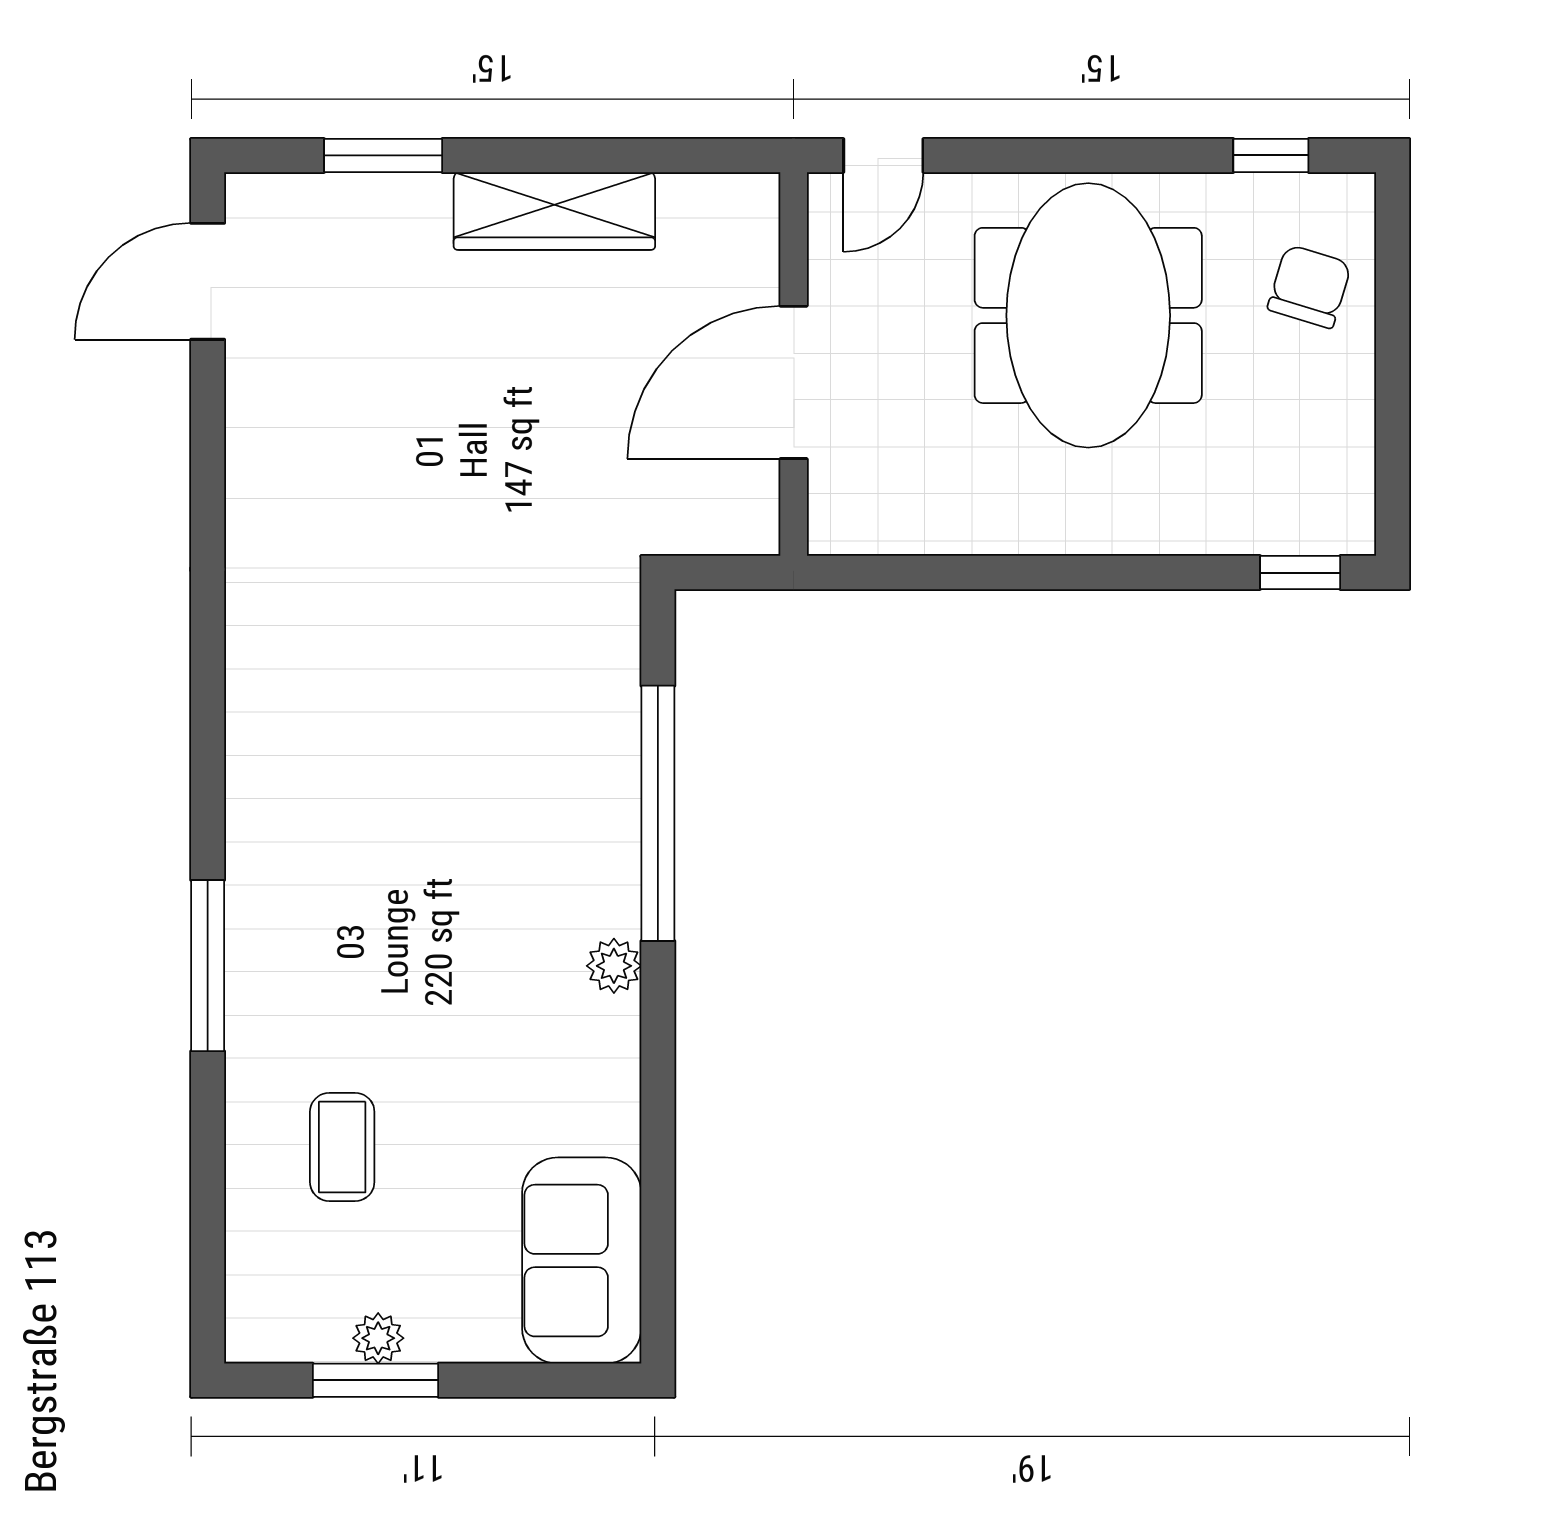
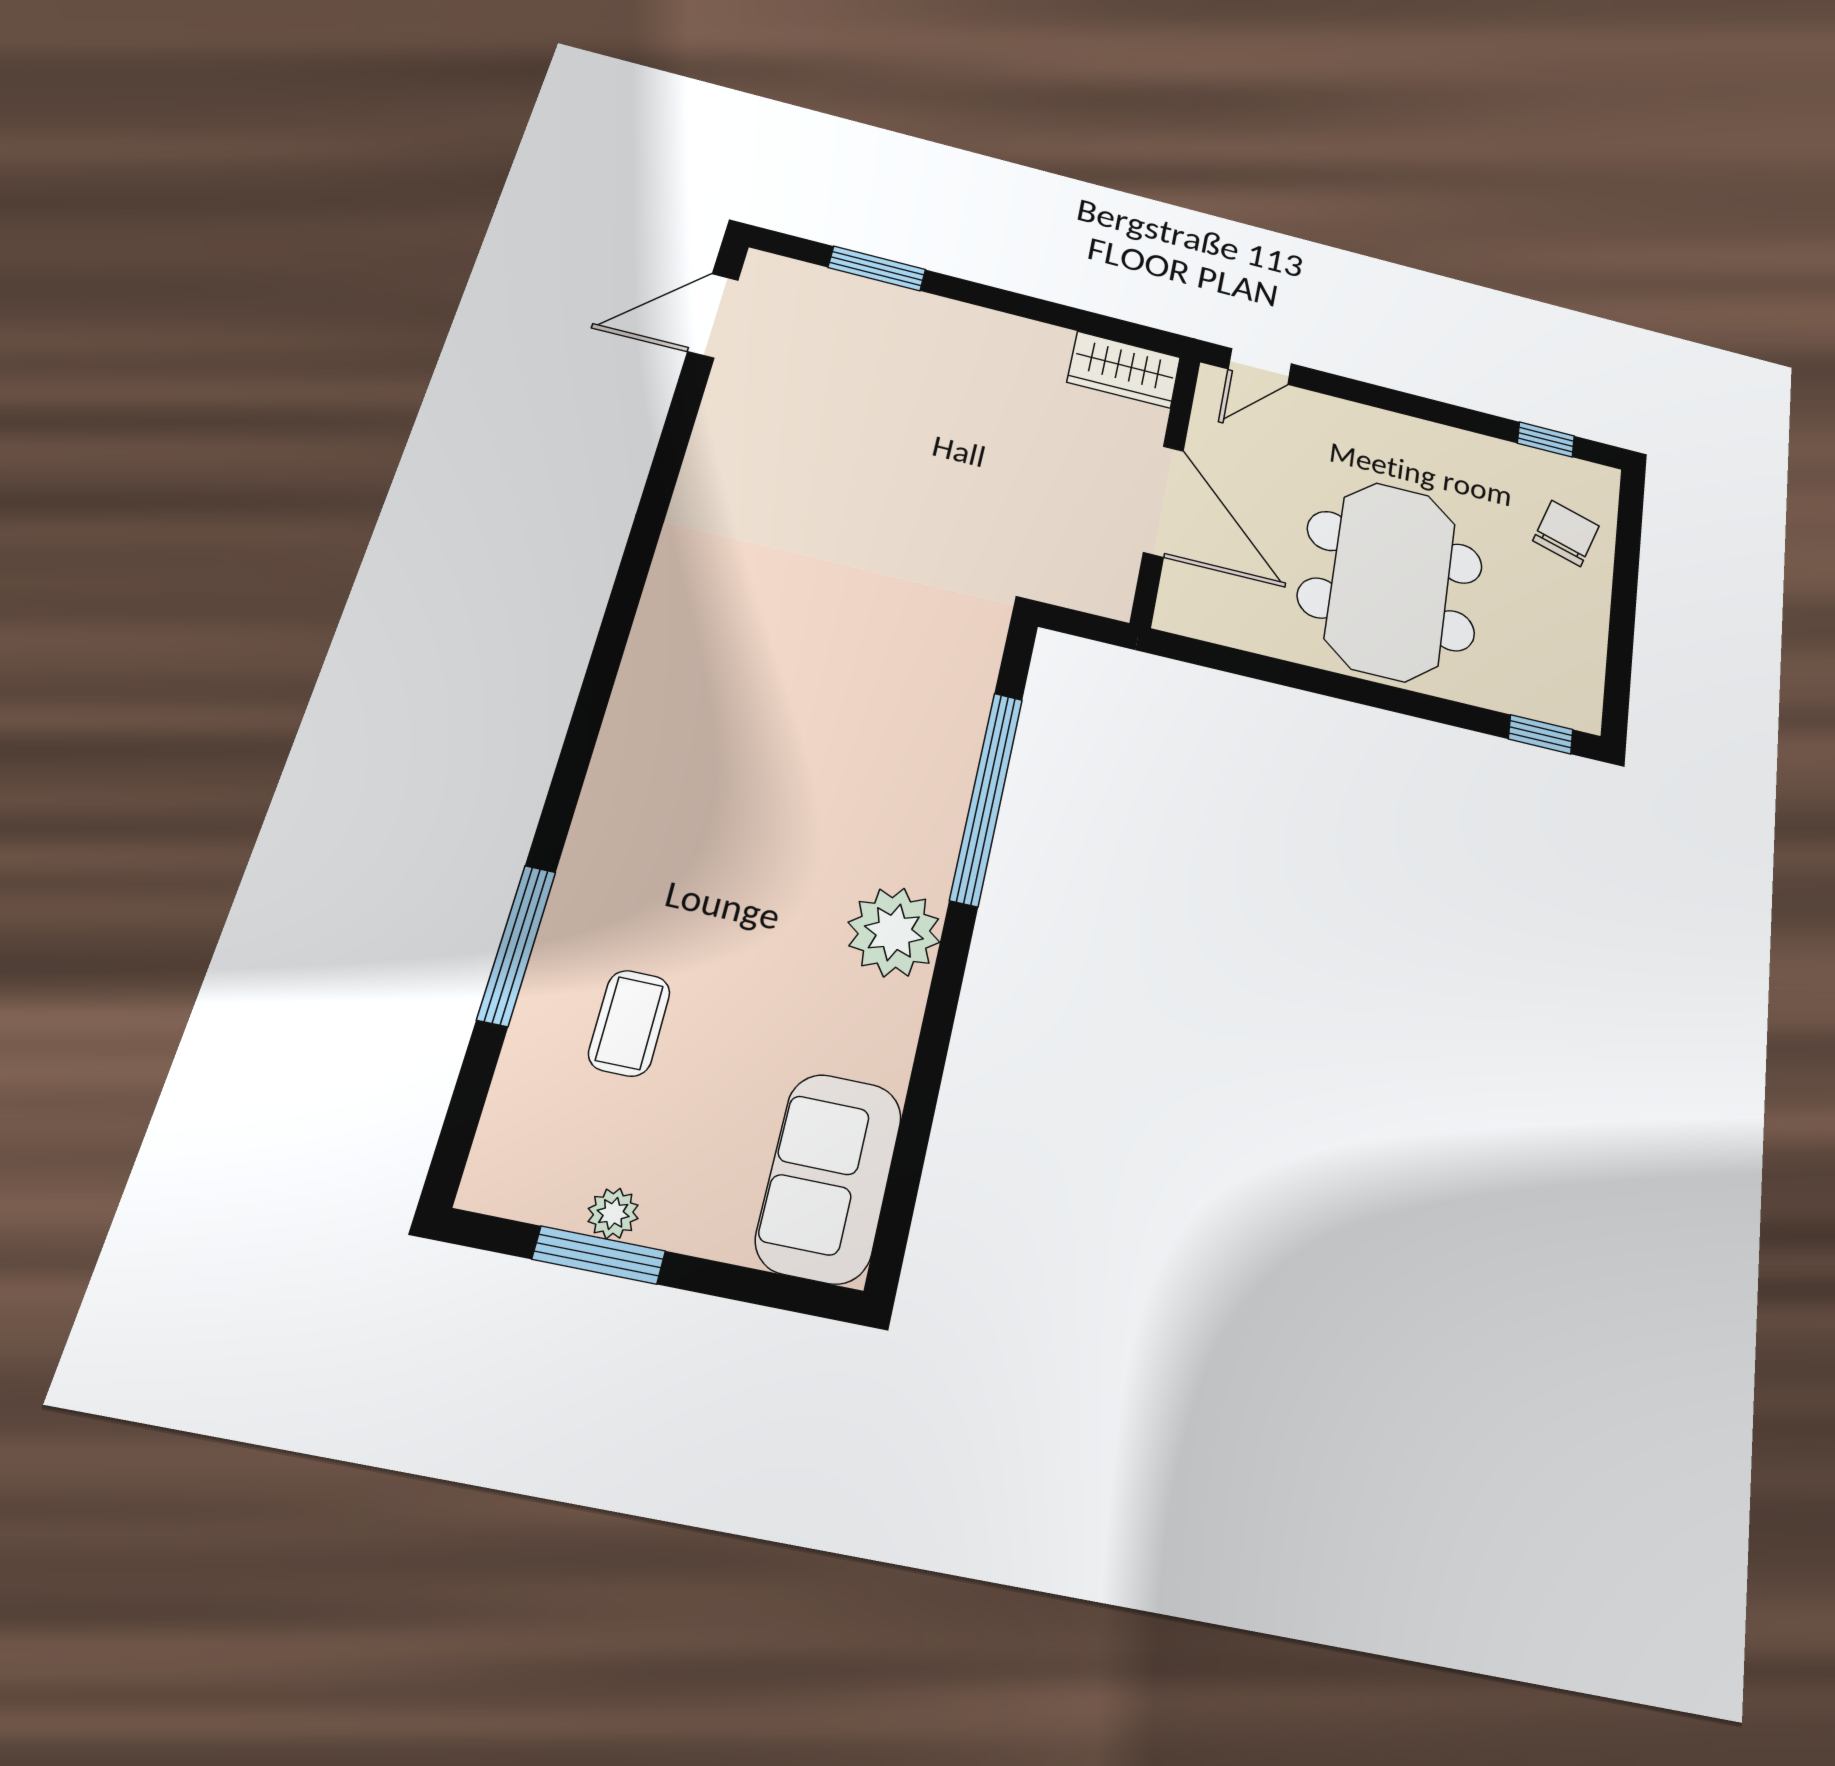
wardrobe: (554, 211) -> (1124, 370), moved, width x0.67
meeting table: (1088, 315) -> (1391, 581), moved
door: (794, 382) -> (1164, 501), swing flipped
window: (208, 966) -> (517, 945), moved
plant: (614, 966) -> (894, 932), width x1.87, depth x1.87

